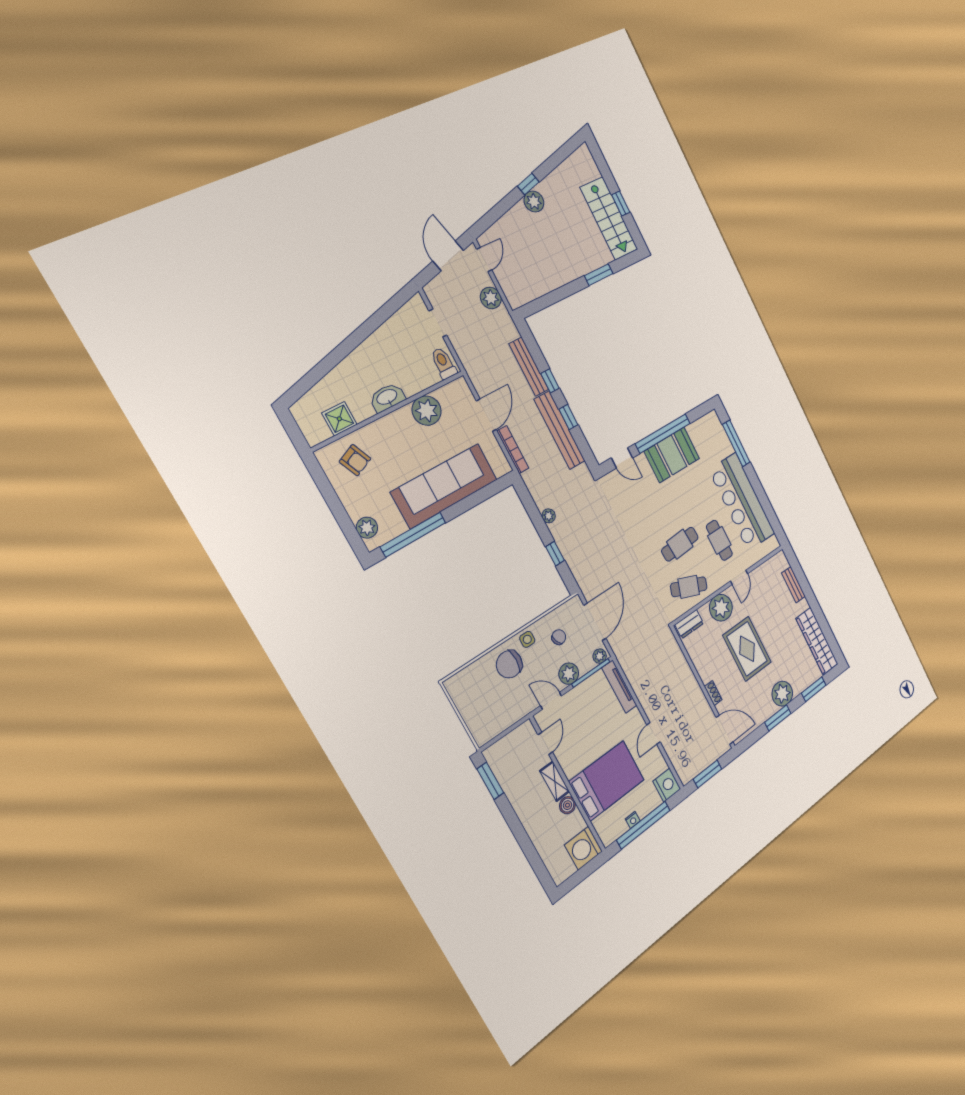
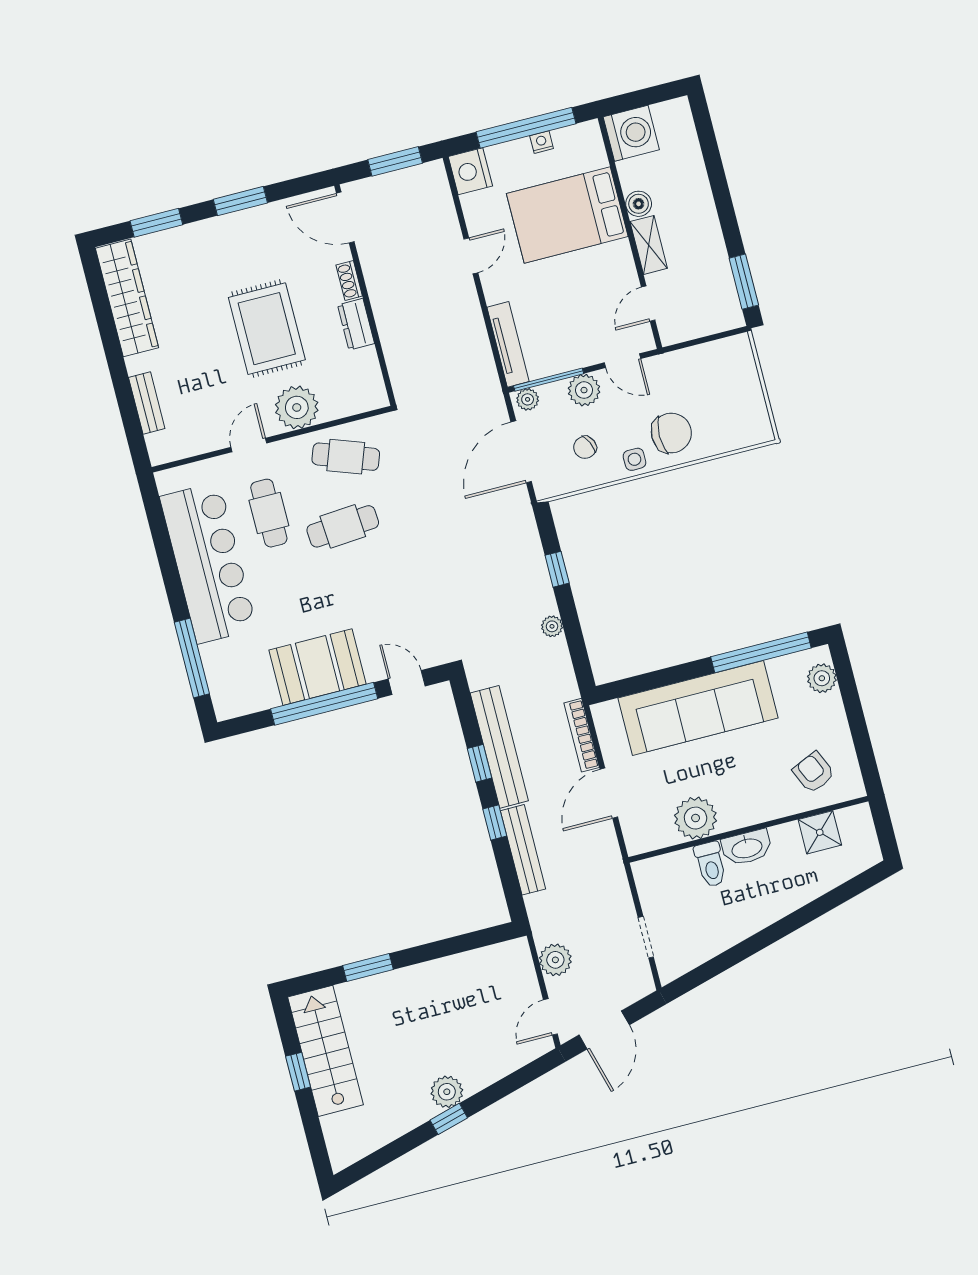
toilet: (444, 363) -> (711, 864), moved
dresser: (689, 624) -> (356, 324), moved, turned -90
plant: (782, 694) -> (221, 236), removed

